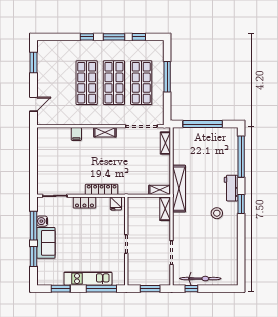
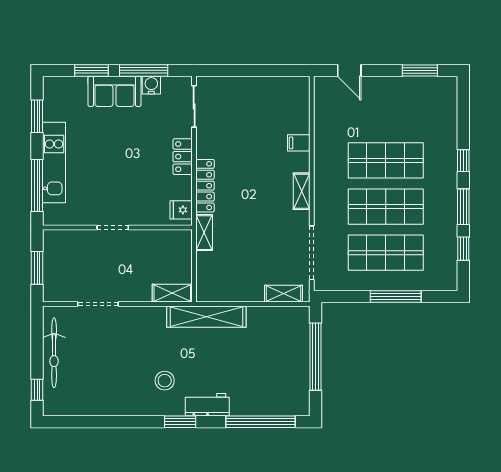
shelving: (160, 190) -> (204, 233), moved
window: (191, 289) -> (37, 390), moved

